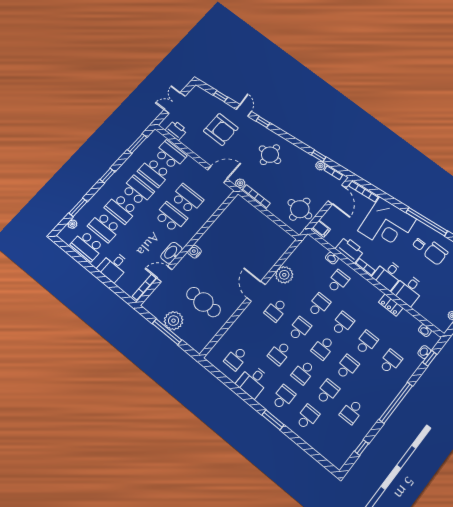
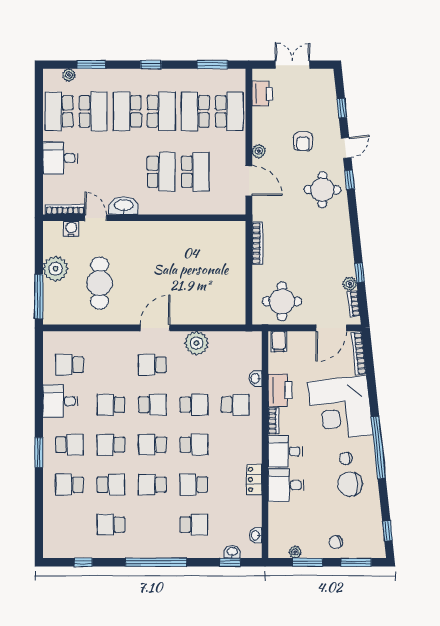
armchair: (221, 130) -> (303, 141), width x0.53, depth x0.53
round table: (270, 155) -> (322, 190), moved
plant: (240, 183) -> (259, 151), moved
school desk: (104, 227) -> (93, 111), turned 180
water cooler: (195, 252) -> (71, 229), moved
window: (167, 332) -> (39, 296), moved
school desk: (366, 343) -> (194, 485), turned 180
school desk: (347, 367) -> (152, 485), turned 180
school desk: (307, 417) -> (69, 485), turned 180

